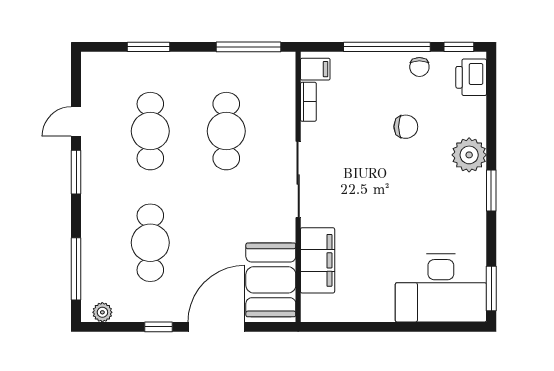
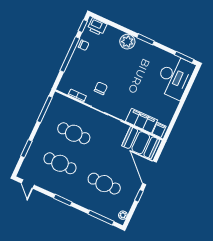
filing cabinet: (315, 69) -> (159, 130), moved
door: (76, 121) -> (28, 184), moved
chair: (406, 127) -> (101, 88), moved

